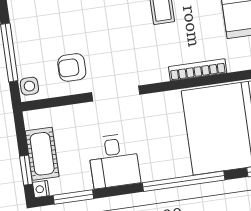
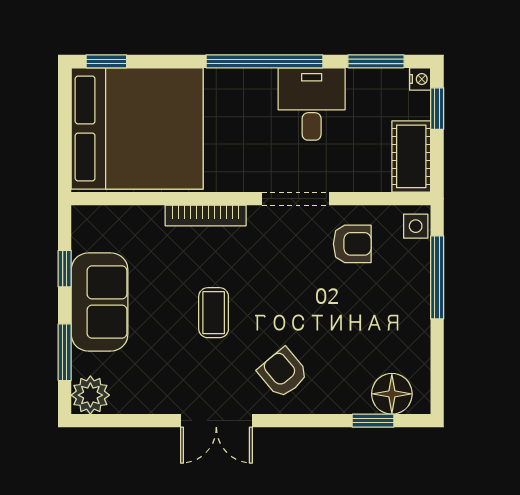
bookcase: (198, 70) -> (206, 215), moved
cot: (42, 154) -> (411, 156), moved
window: (184, 181) -> (264, 61), moved

